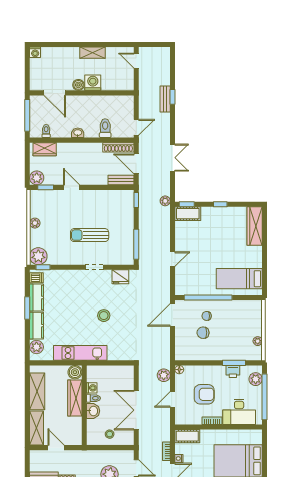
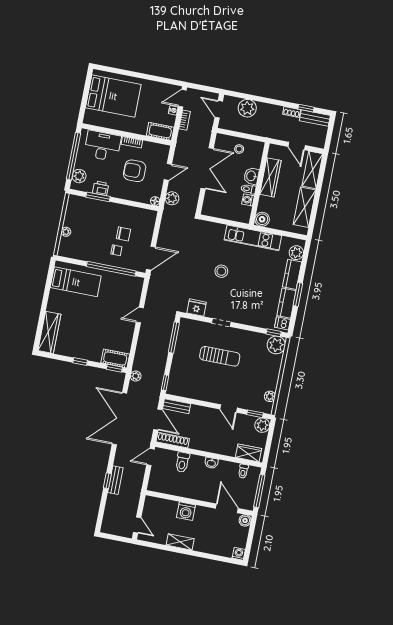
boiler: (78, 85) -> (245, 520), moved
double door: (173, 158) -> (119, 419), width x1.87
plant: (35, 223) -> (270, 396), moved
plant: (258, 341) -> (66, 232), moved
wardrobe: (75, 398) -> (270, 177), moved

